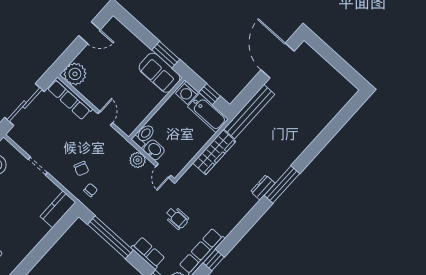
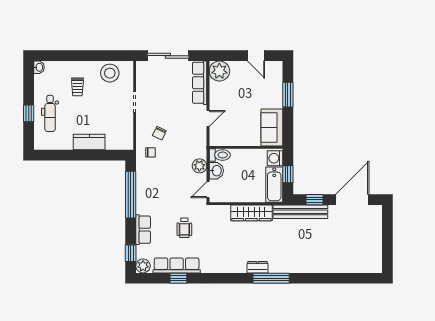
window: (166, 55) -> (288, 95), moved
window: (250, 91) -> (314, 200), added
kitchen counter: (58, 209) -> (89, 142), moved

